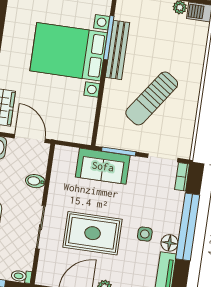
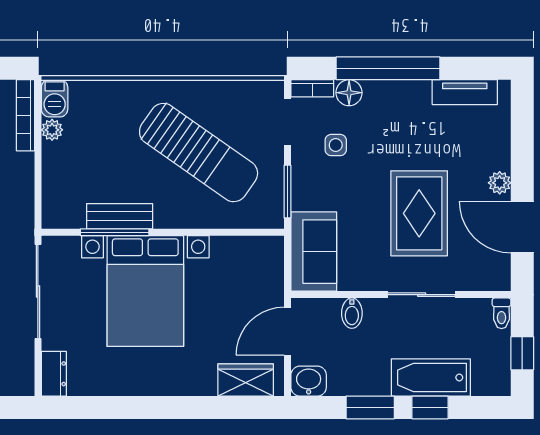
bench: (117, 50) -> (120, 216), width x0.73
sun lounger: (152, 98) -> (199, 153), width x1.36, depth x1.34
sofa: (103, 166) -> (314, 252), moved
side table: (145, 234) -> (336, 145), moved
floor lamp: (170, 243) -> (349, 93), moved

